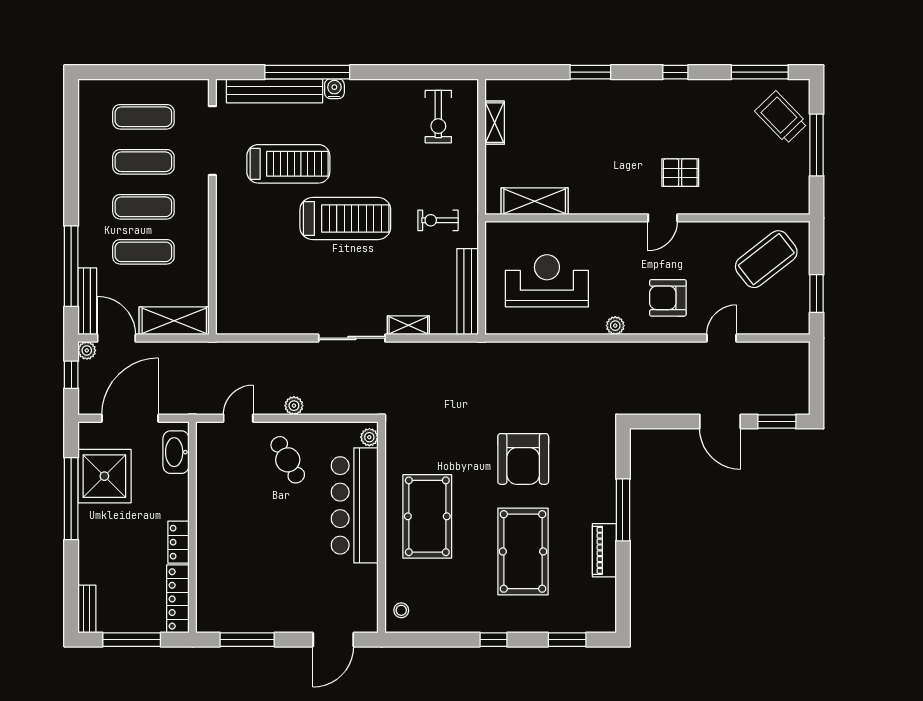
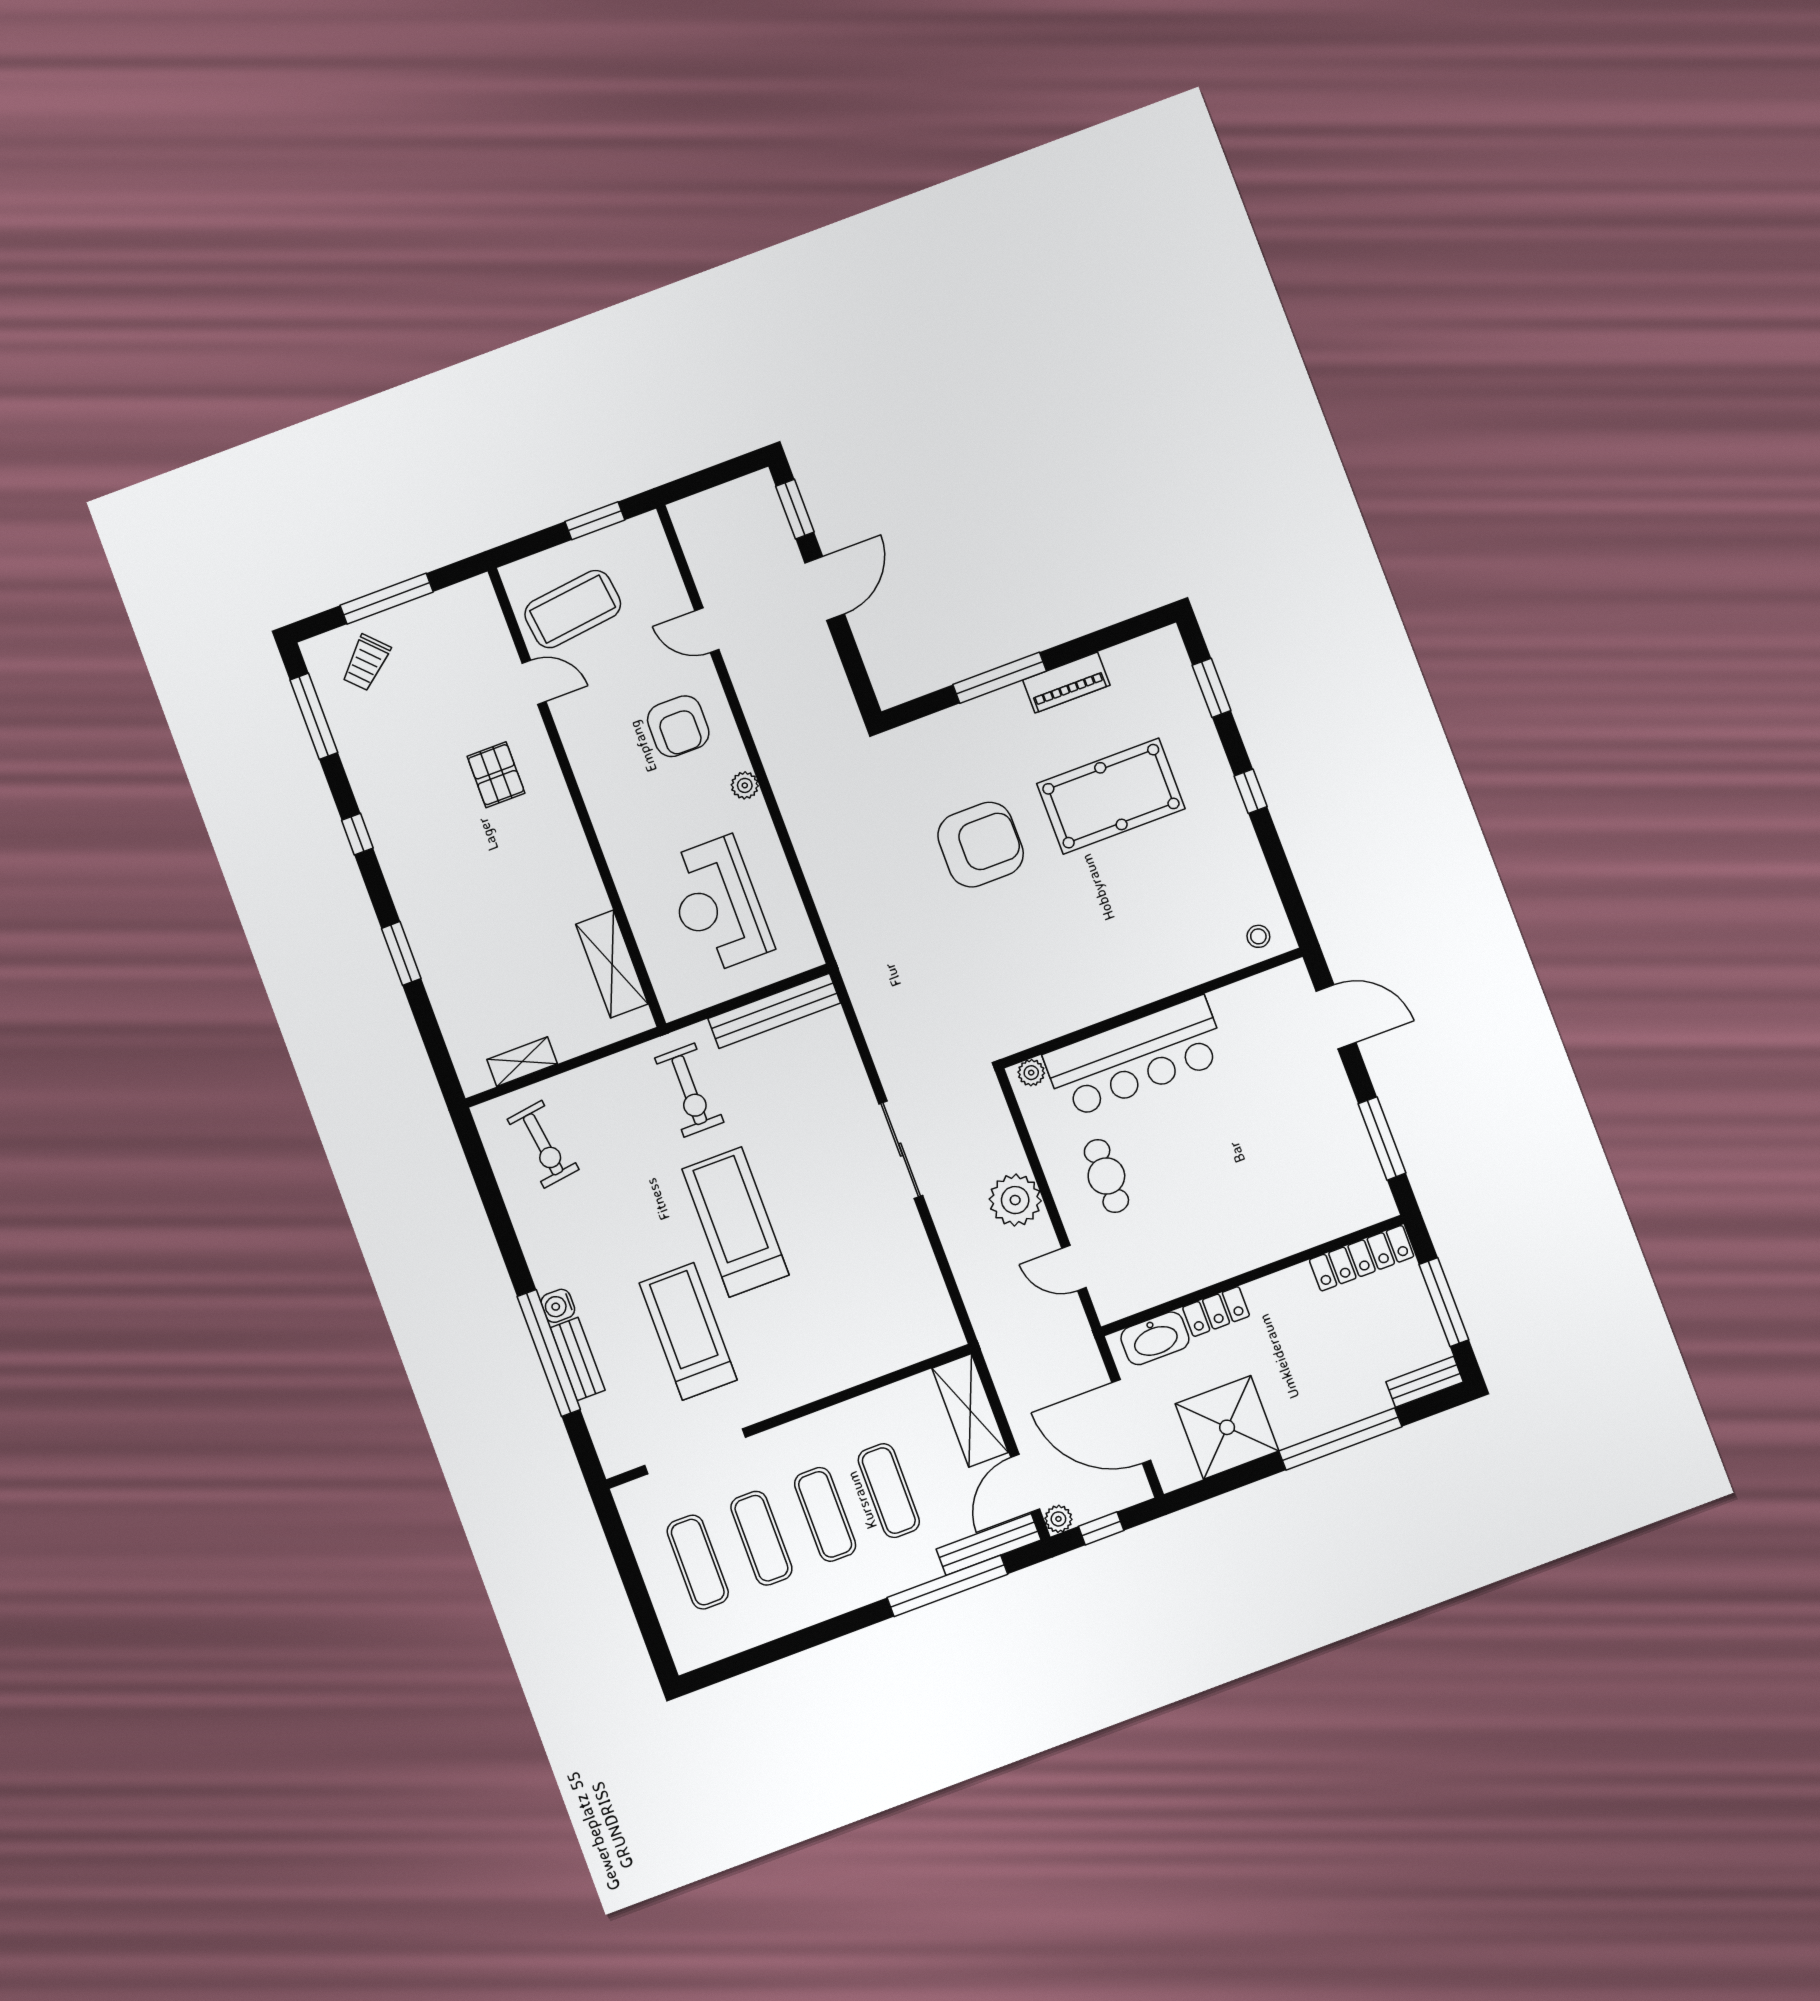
bench: (275, 91) -> (578, 1359), width x0.54, depth x0.82
exercise bike: (438, 117) -> (543, 1144), turned 82
trolley: (781, 117) -> (366, 663), width x0.73, depth x0.72
door: (663, 218) -> (534, 682), moved
exercise bike: (438, 220) -> (689, 1090), width x1.38, depth x1.39
coffee table: (766, 259) -> (573, 609), turned -59
shelving: (408, 325) -> (853, 1076), removed
plant: (294, 406) -> (1015, 1200), width x1.87, depth x1.87
cafe table: (288, 460) -> (1106, 1176), turned -61
window: (71, 499) -> (1340, 1439), moved
pool table: (427, 516) -> (1112, 949), removed
locker: (178, 542) -> (1216, 1312), moved

